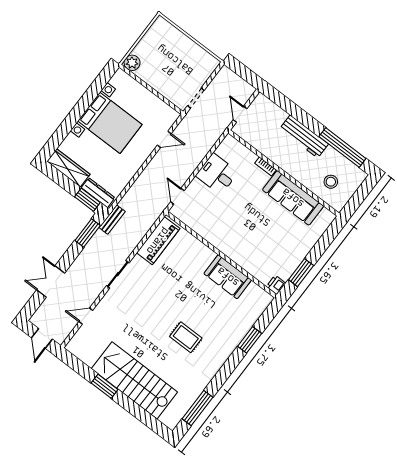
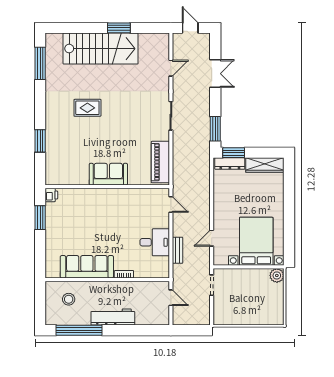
bed with nightstands: (110, 123) -> (256, 241), moved, turned 90
bench: (112, 219) -> (177, 250), moved
sofa: (228, 277) -> (108, 174), moved

